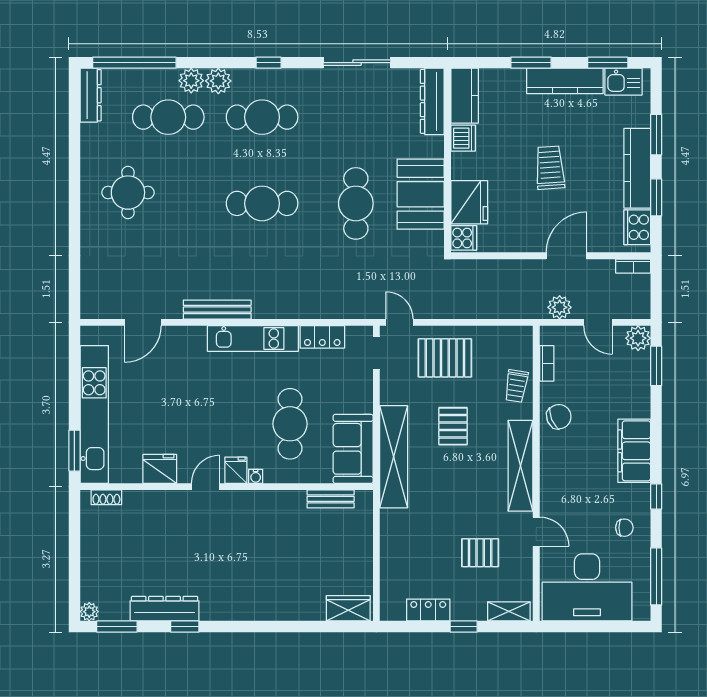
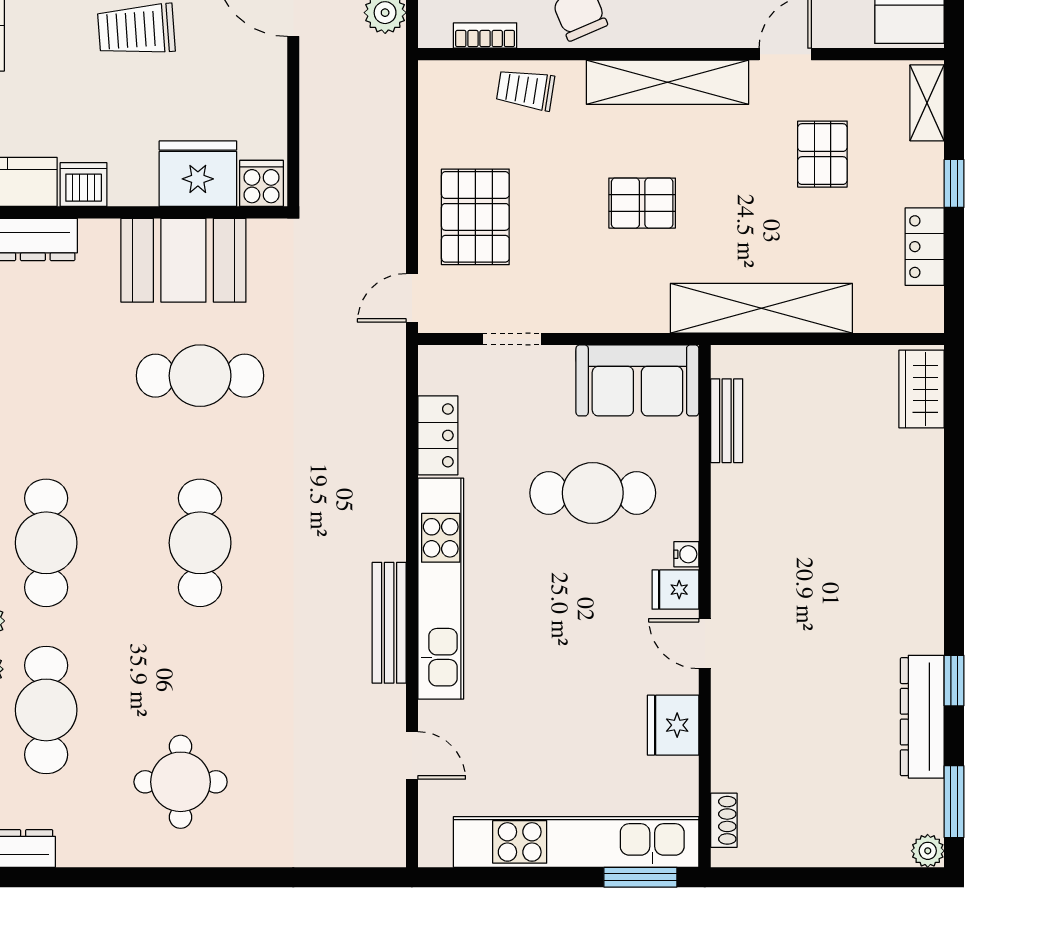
door: (143, 322) -> (412, 755), width x0.73
kitchen unit: (253, 339) -> (441, 589), width x1.36
doorway: (376, 353) -> (512, 339), moved
trolley: (516, 386) -> (525, 90), turned 180
pallet: (453, 426) -> (642, 203), moved
shelving: (394, 457) -> (761, 308), moved

